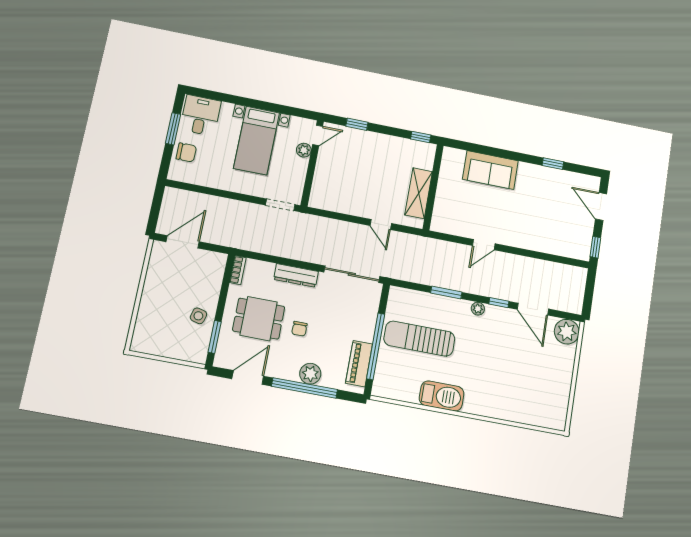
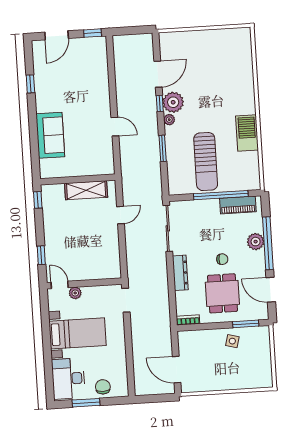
desk: (200, 115) -> (68, 379), width x1.37
plant: (567, 332) -> (173, 102), moved

